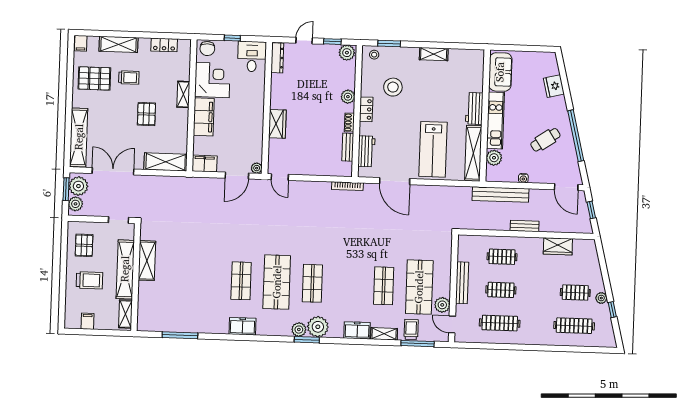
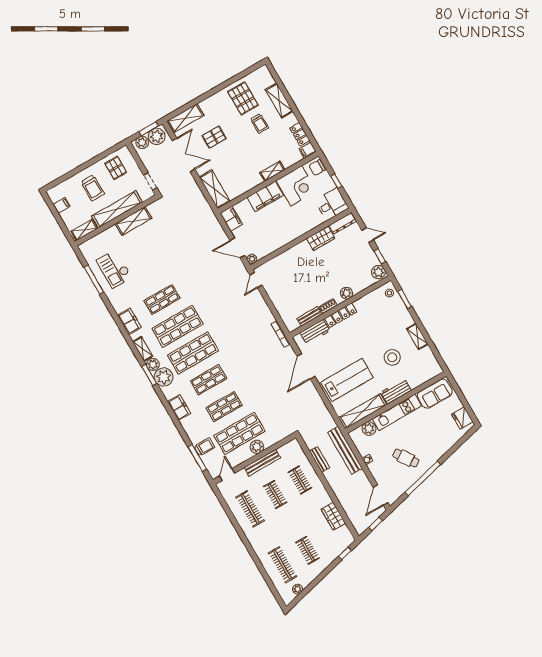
filing cabinet: (81, 43) -> (308, 150), moved
fridge: (554, 86) -> (462, 418), moved, turned -76
stool: (393, 87) -> (392, 357), moved
locker: (366, 109) -> (341, 315), width x1.53
pallet: (146, 114) -> (214, 137), moved
wardrobe: (277, 124) -> (321, 238), moved
shelving: (79, 137) -> (185, 118), width x0.68
lab bench: (433, 149) -> (347, 380), turned 180
bench: (525, 226) -> (319, 459), moved
pallet: (84, 245) -> (116, 168), turned 90
shop shelf: (312, 283) -> (193, 353), width x1.43, depth x1.36
shop shelf: (348, 285) -> (209, 380), added
plant: (601, 298) -> (298, 589), moved
plant: (442, 305) -> (257, 447), moved
checkout: (182, 309) -> (114, 269), added
window: (612, 310) -> (345, 553), moved
shelving: (384, 334) -> (143, 349), moved

